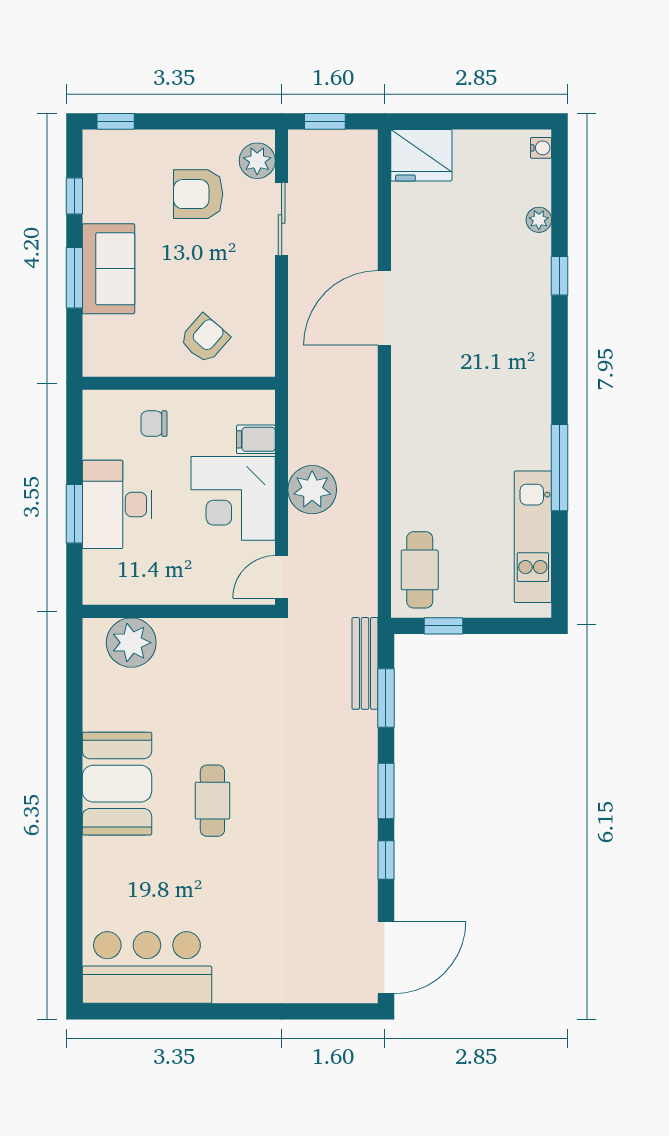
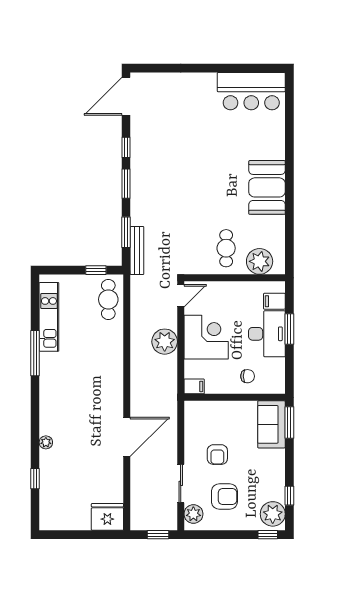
water cooler: (541, 148) -> (45, 521), removed
plant: (106, 161) -> (273, 514), added
plant: (539, 220) -> (46, 442), moved
sofa: (108, 269) -> (271, 424), moved
window: (559, 276) -> (35, 479), moved
window: (74, 278) -> (289, 422), moved
armchair: (205, 339) -> (217, 455), moved, turned -41
filing cabinet: (256, 439) -> (194, 386), moved
filing cabinet: (103, 567) -> (274, 301), added
cafe table: (212, 801) -> (226, 248), moved

